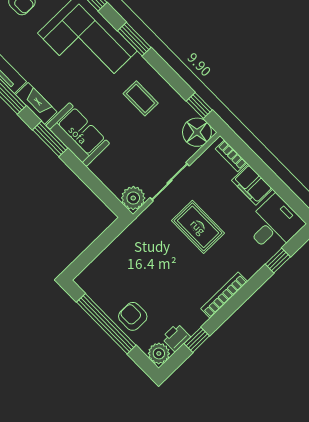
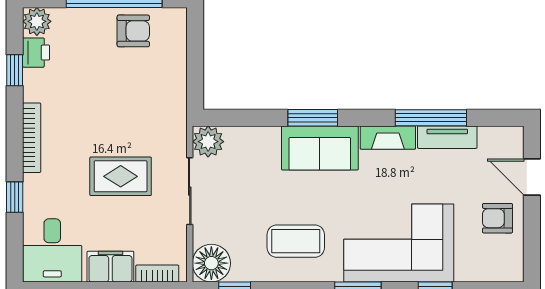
coffee table: (141, 98) -> (296, 241), width x1.36, depth x1.30
window: (50, 139) -> (313, 118), moved
window: (278, 260) -> (15, 197), moved
armchair: (133, 316) -> (133, 31), moved

